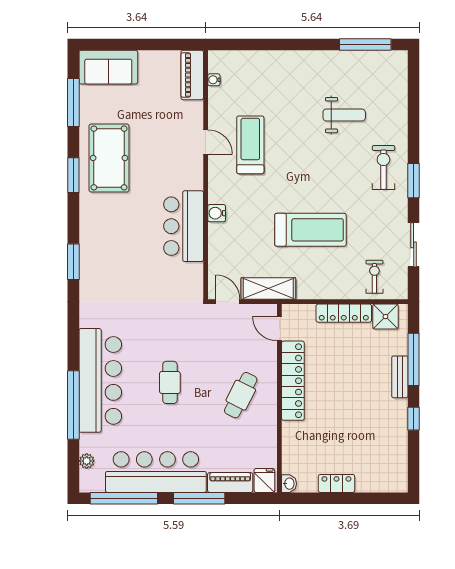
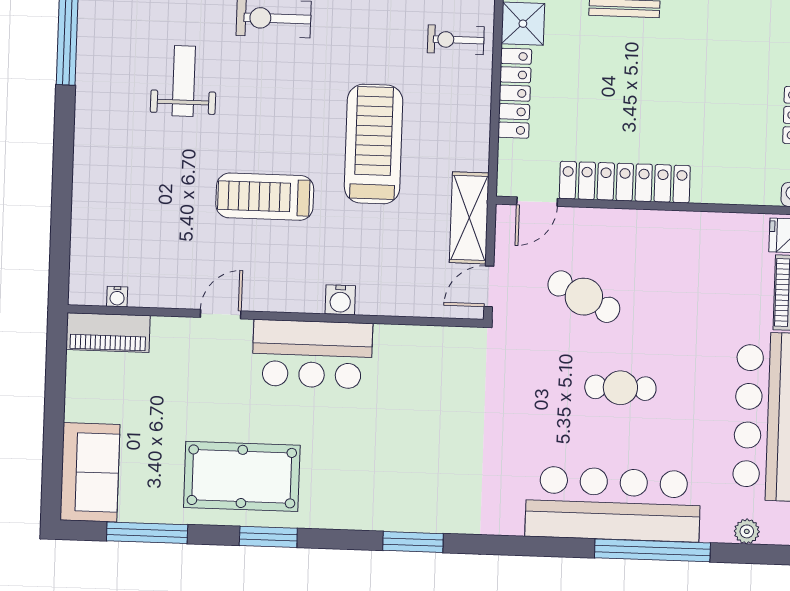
treadmill: (250, 145) -> (265, 197), moved
bar counter: (184, 226) -> (312, 354), moved
cafe table: (241, 395) -> (584, 297), moved

